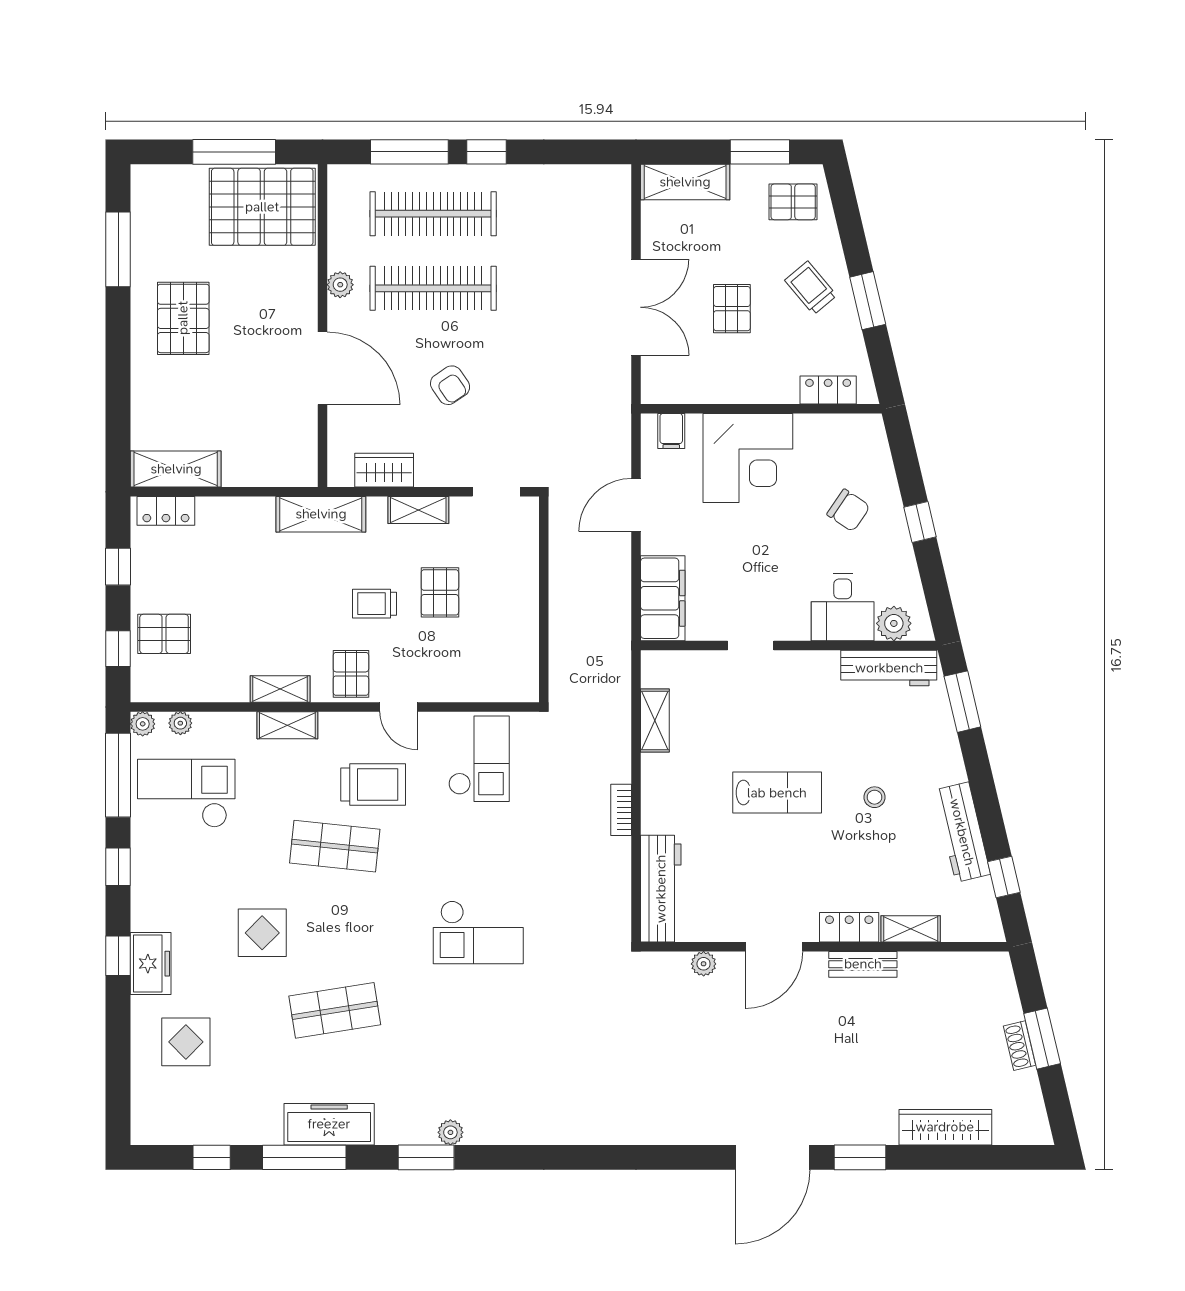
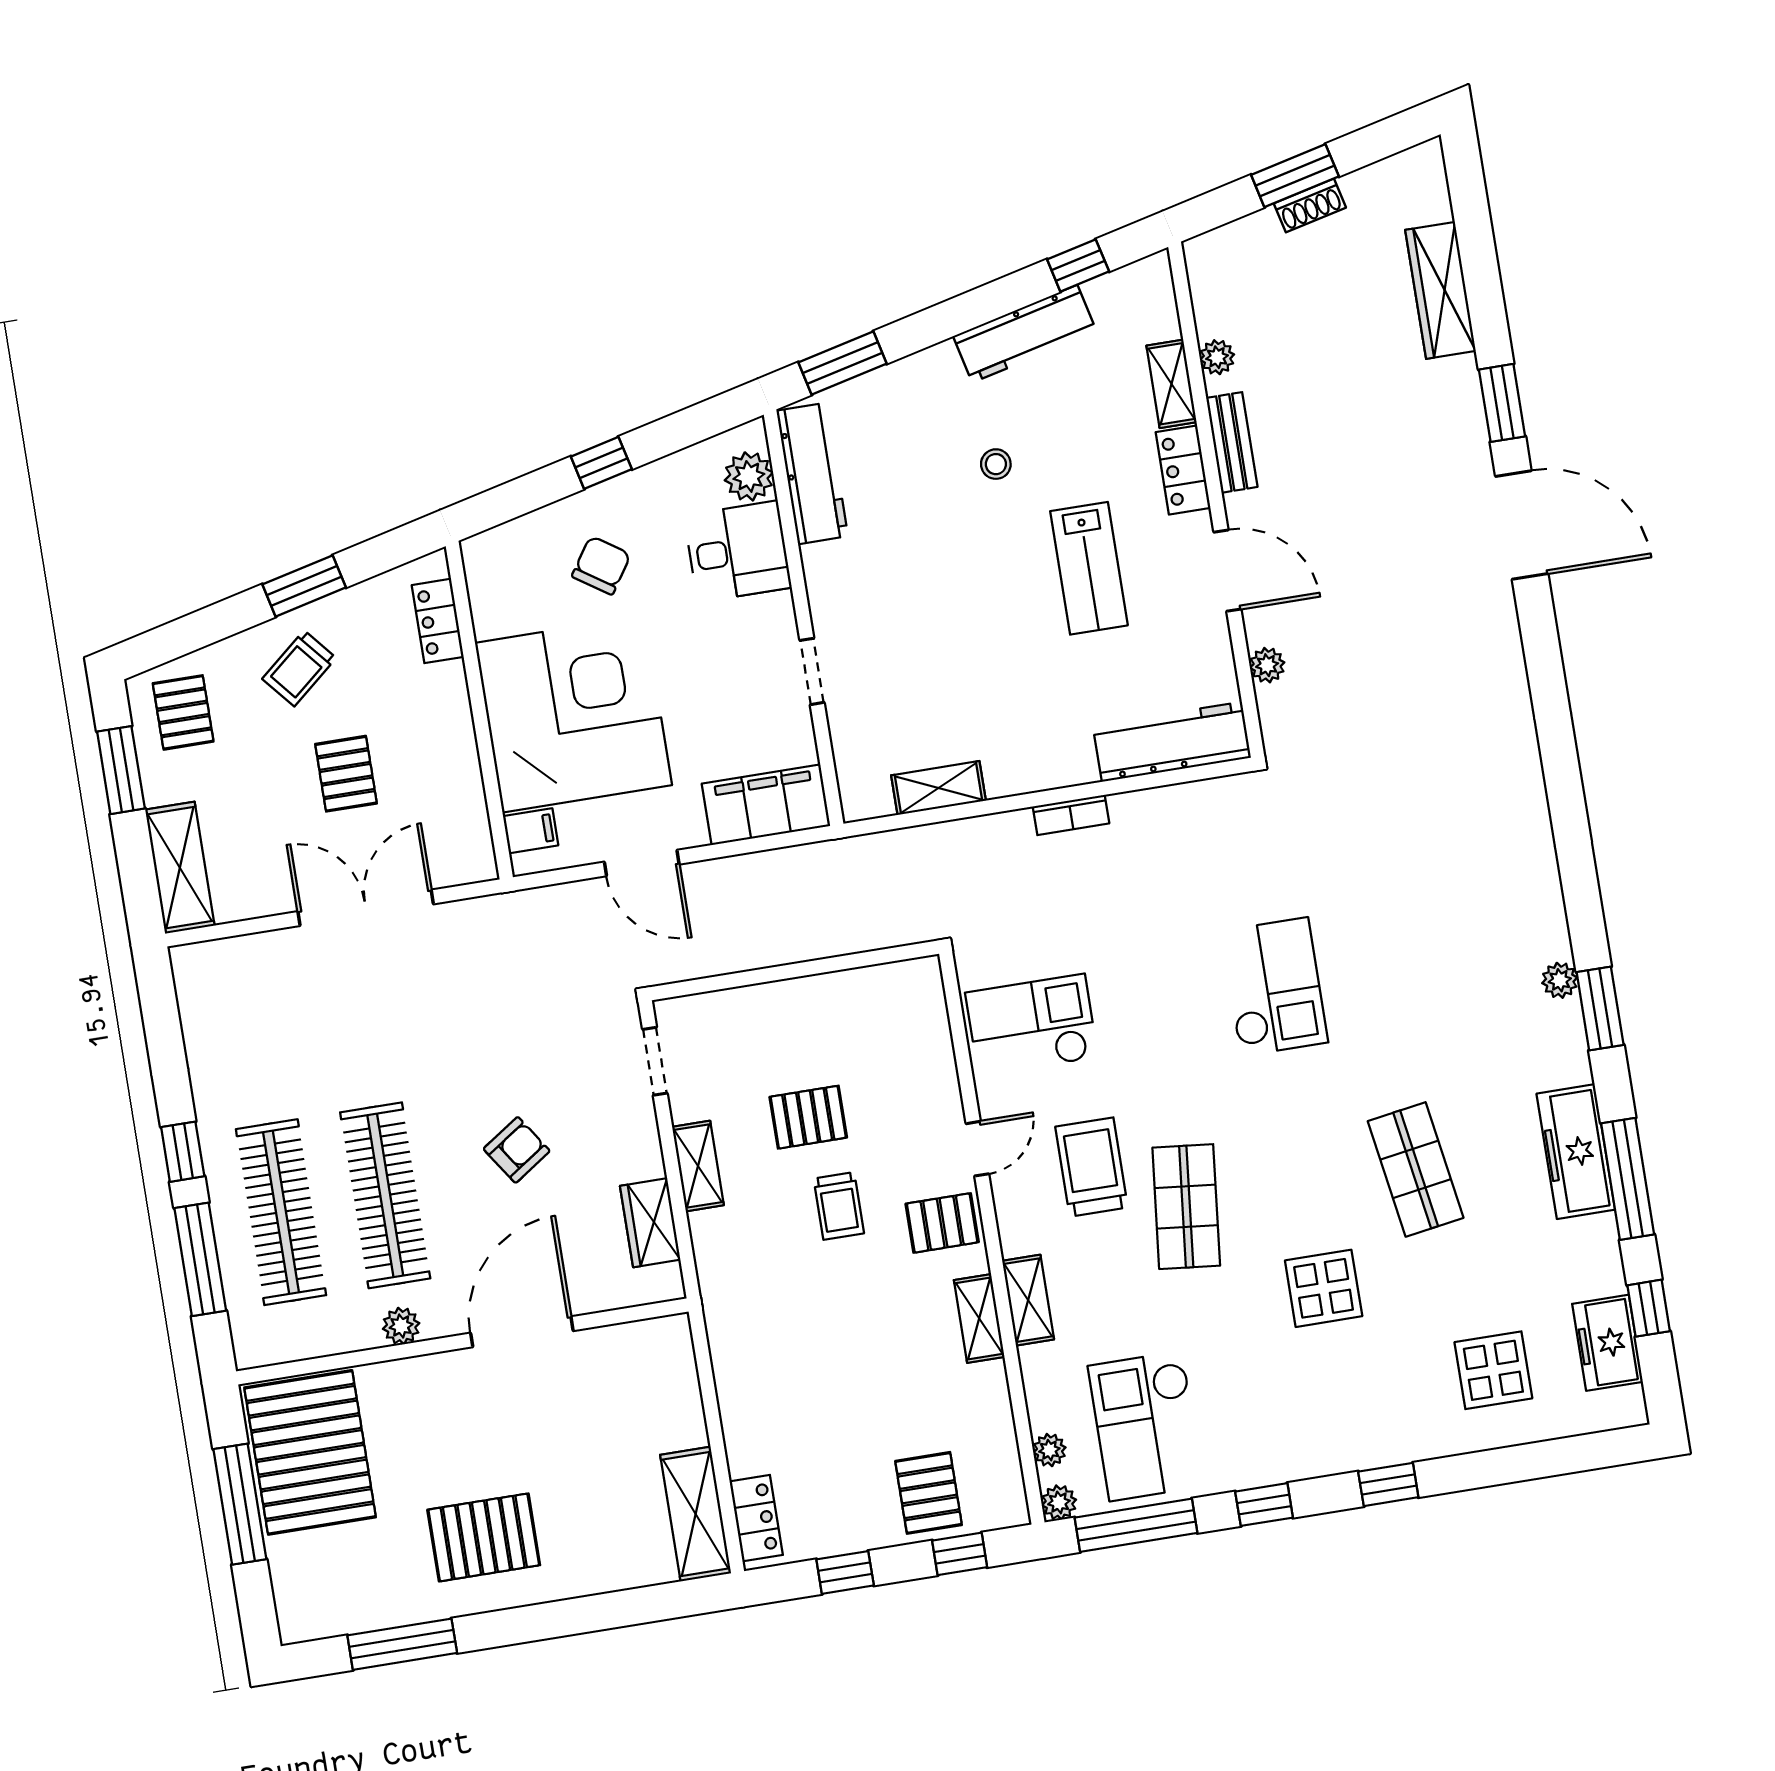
pallet: (732, 309) -> (346, 774), turned 90
corner desk: (748, 458) -> (573, 714), width x1.36, depth x1.36
shelving: (321, 514) -> (726, 1301), removed
lab bench: (777, 793) -> (1089, 568), moved, turned 180
freezer: (151, 964) -> (1607, 1343), moved, turned -90
plant: (924, 964) -> (1217, 357), added

